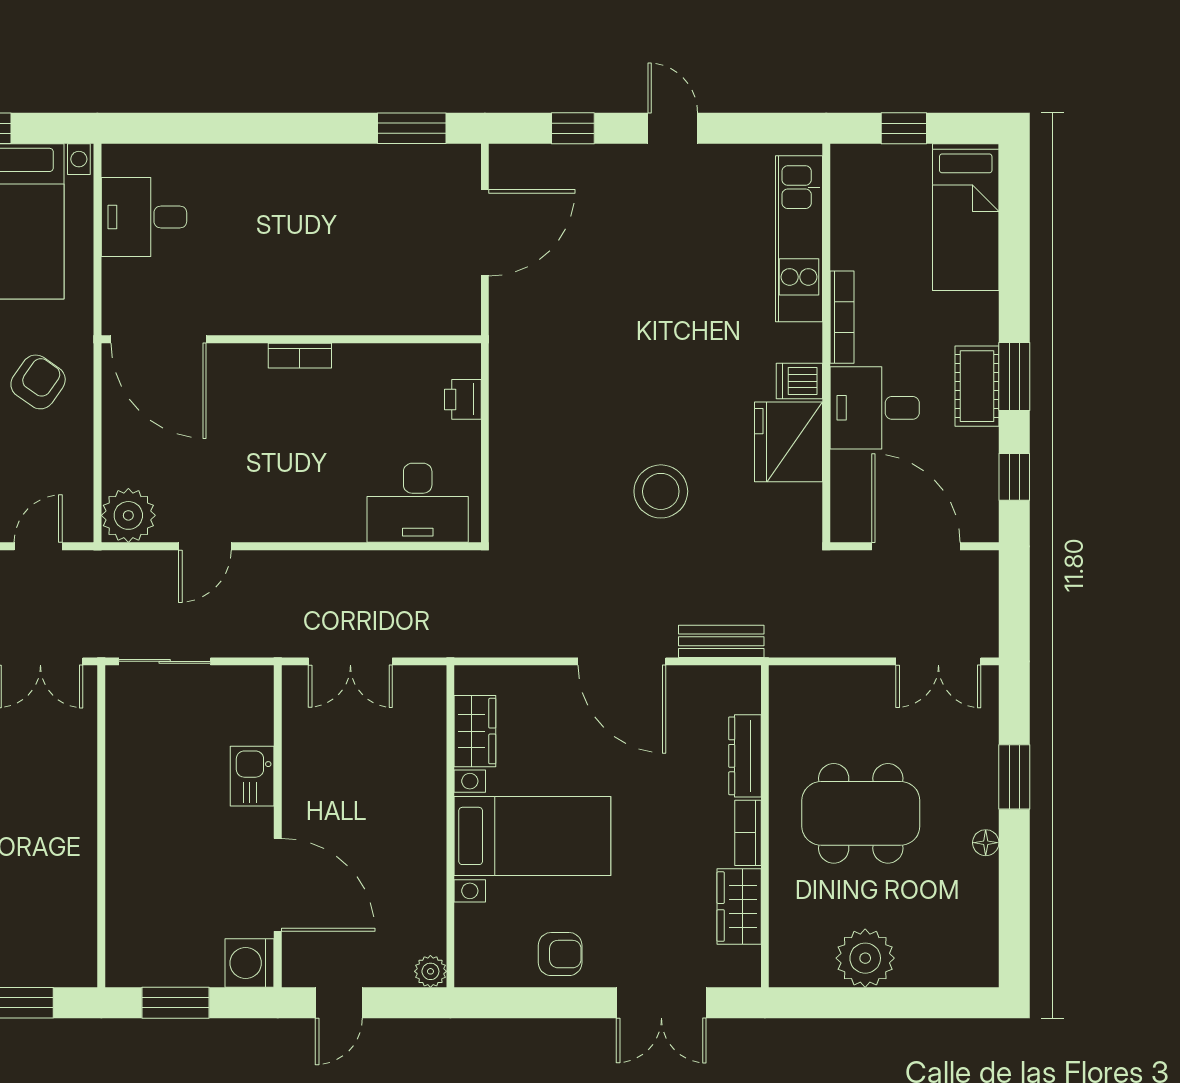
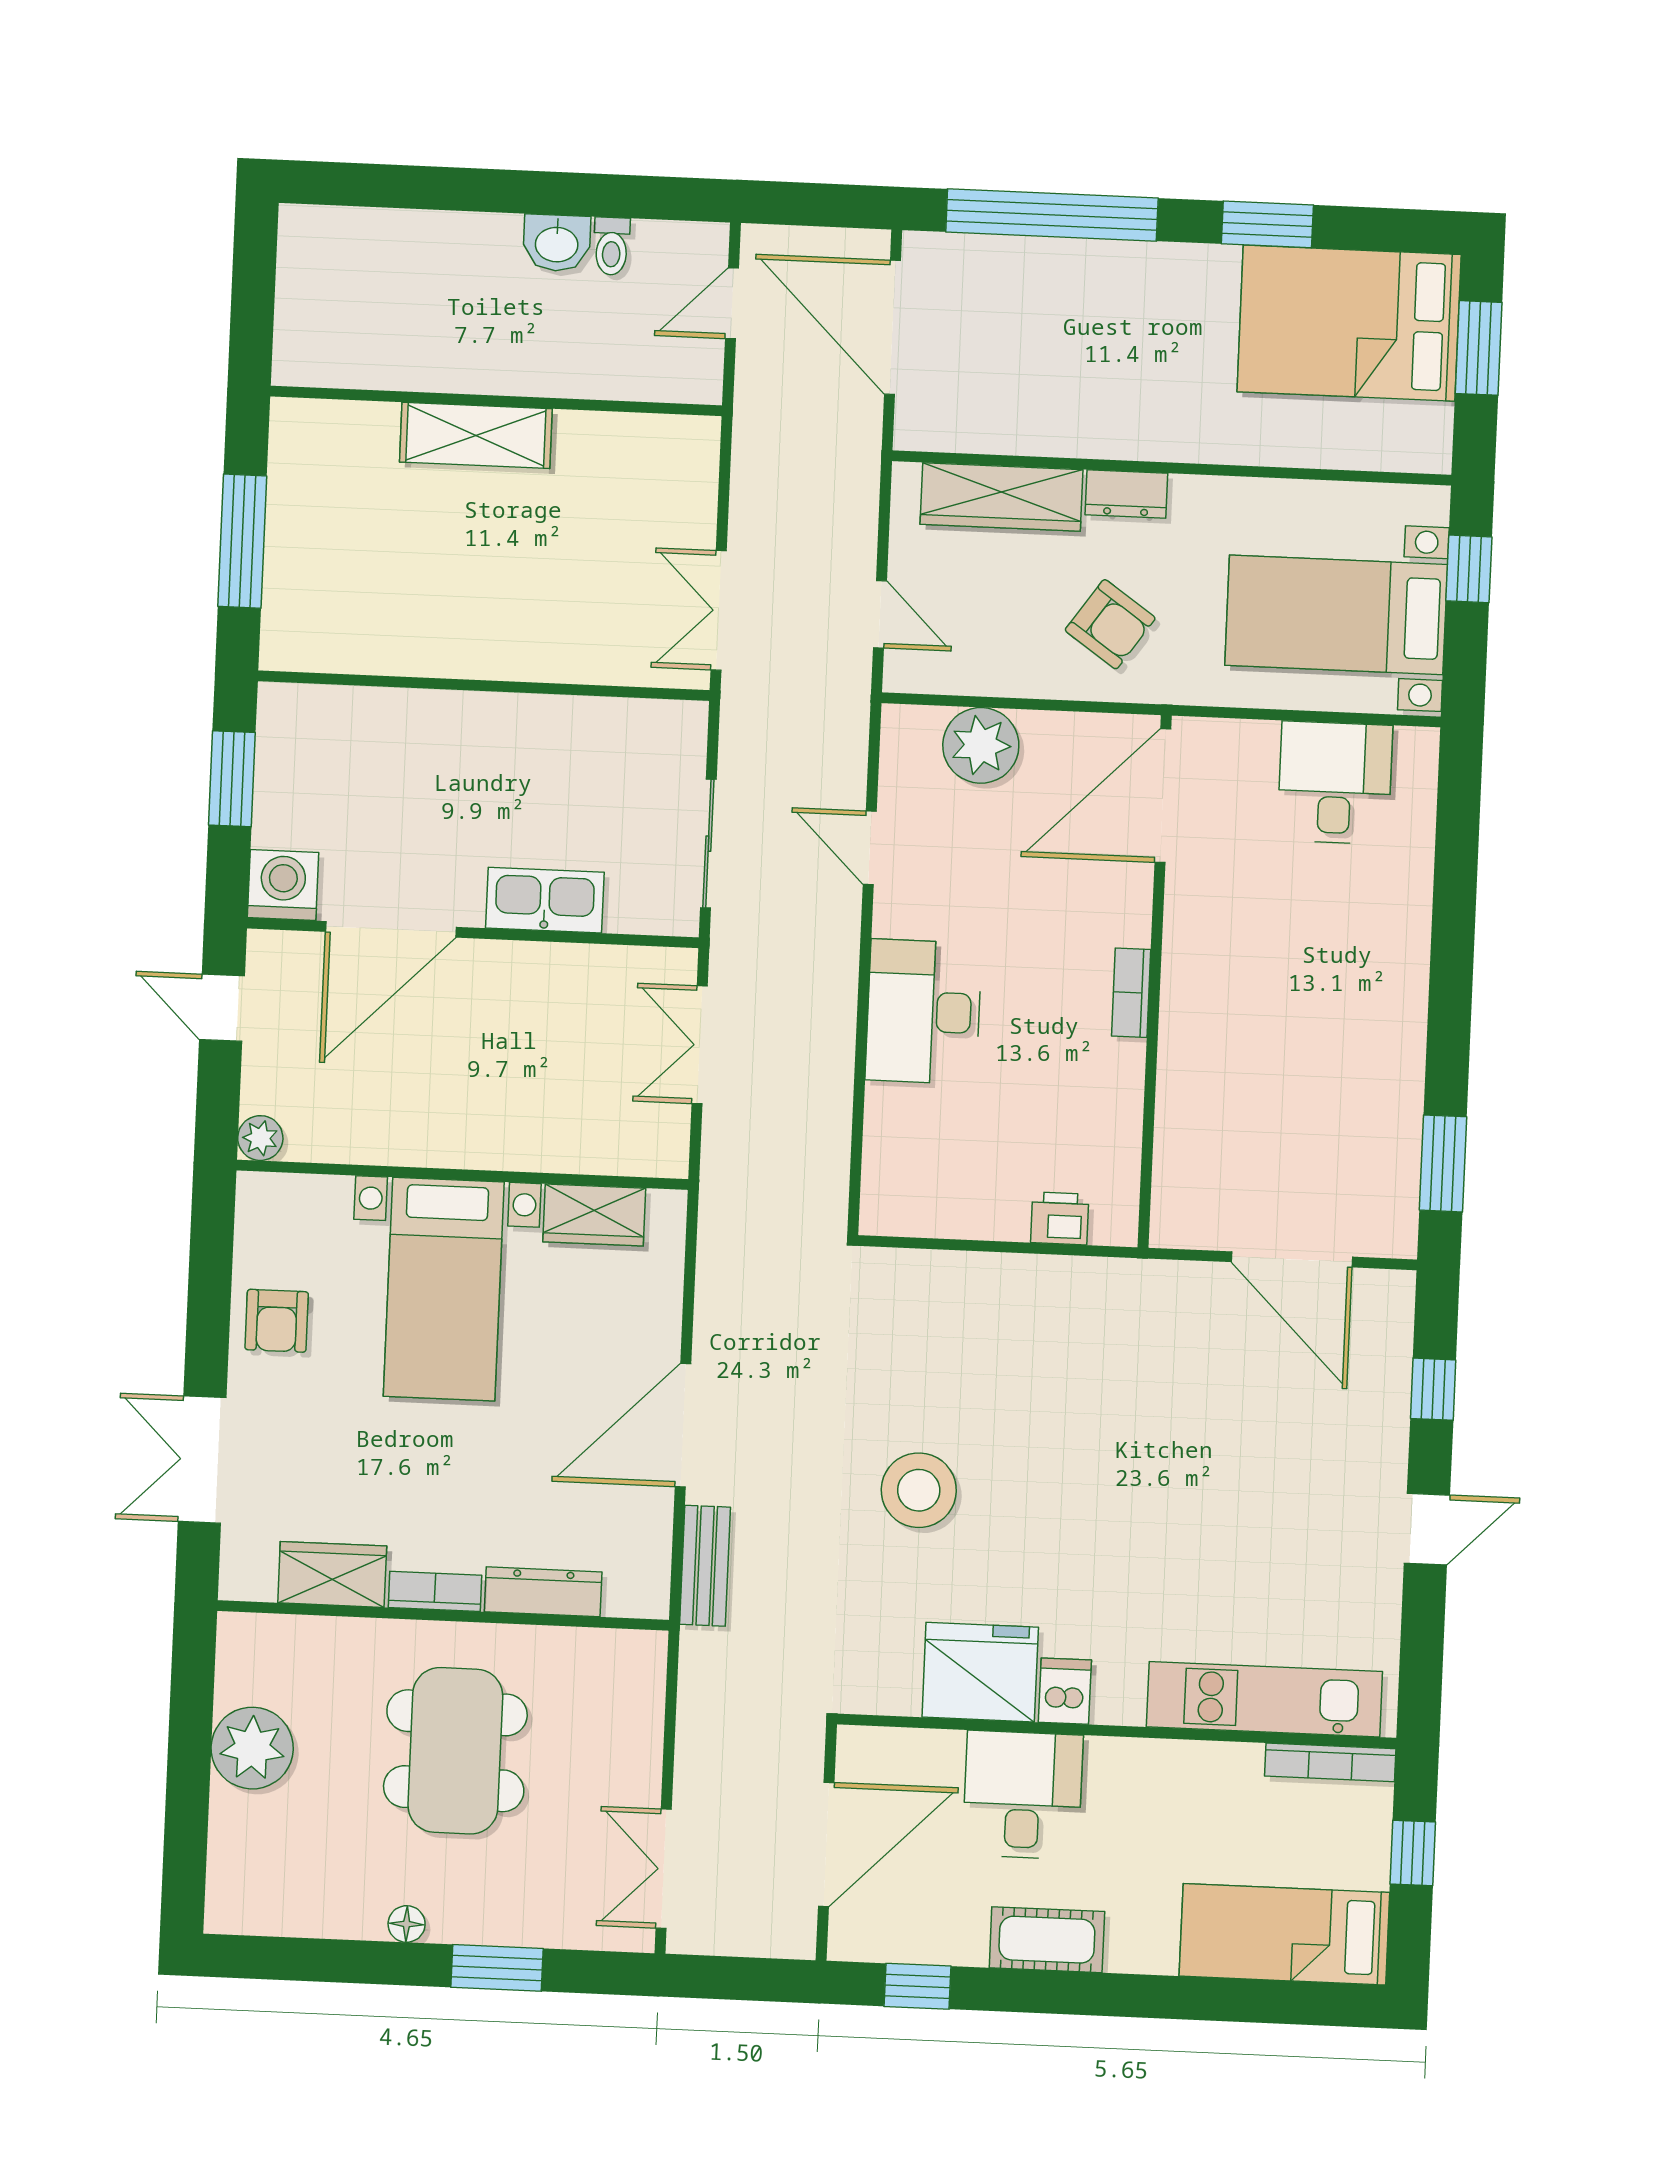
bookcase: (842, 317) -> (1330, 1762), moved
window: (1014, 376) -> (1058, 1992), removed
desk: (418, 503) -> (924, 1012), moved
plant: (128, 515) -> (981, 745), moved
sliding door: (165, 661) -> (708, 844), moved
kitchen sink: (252, 776) -> (545, 900), width x1.38

